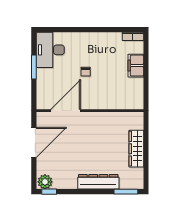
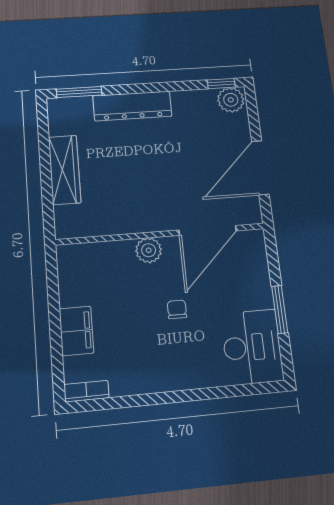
plant: (97, 103) -> (149, 250), added

